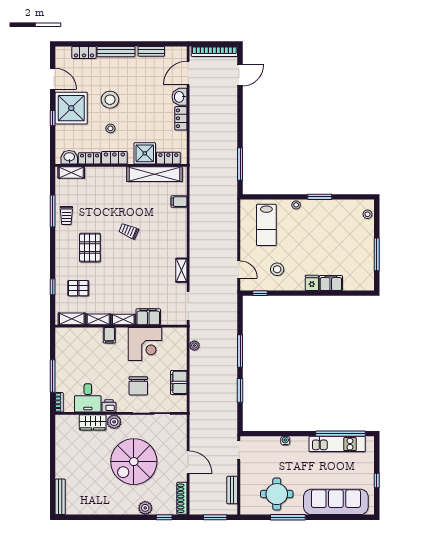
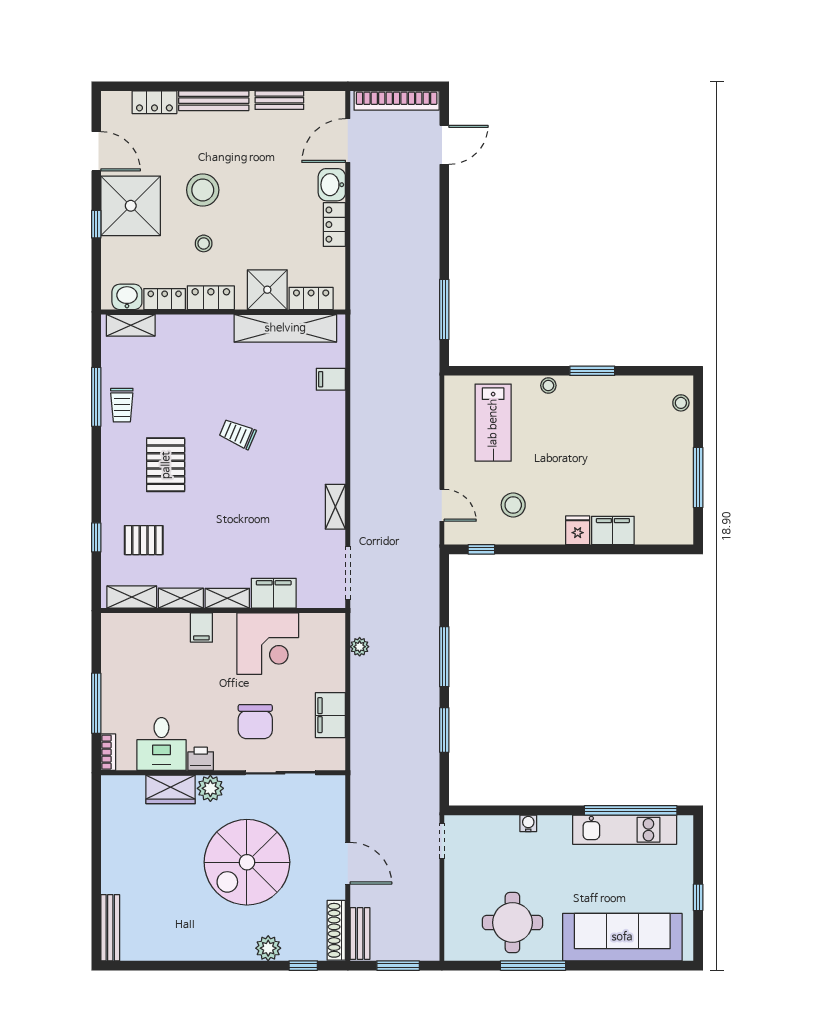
bench: (232, 490) -> (360, 933), moved

